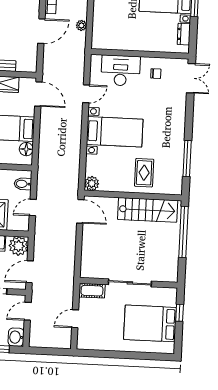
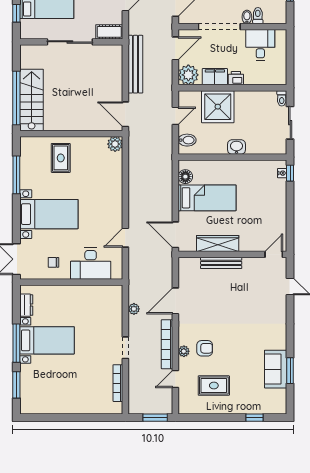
bed with nightstands: (115, 132) -> (49, 214), moved, turned 180
stairs: (148, 210) -> (32, 100), moved, turned 90
bench: (69, 259) -> (135, 64), added

